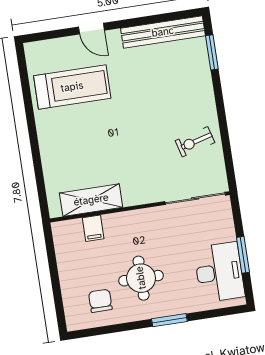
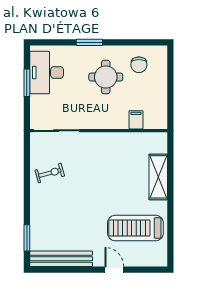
shelving: (91, 200) -> (158, 177), moved, turned 90

